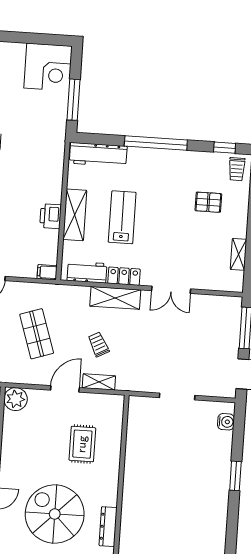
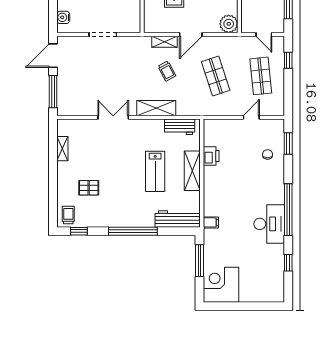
printer: (51, 216) -> (211, 156), moved
filing cabinet: (47, 272) -> (211, 222), moved
locker: (124, 276) -> (151, 126), removed

